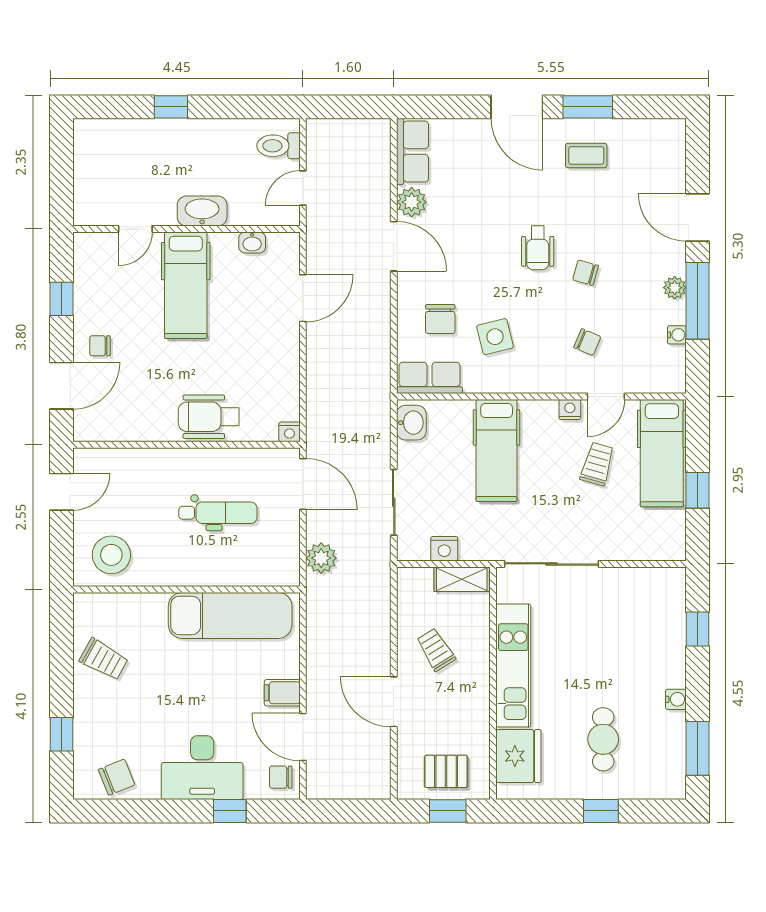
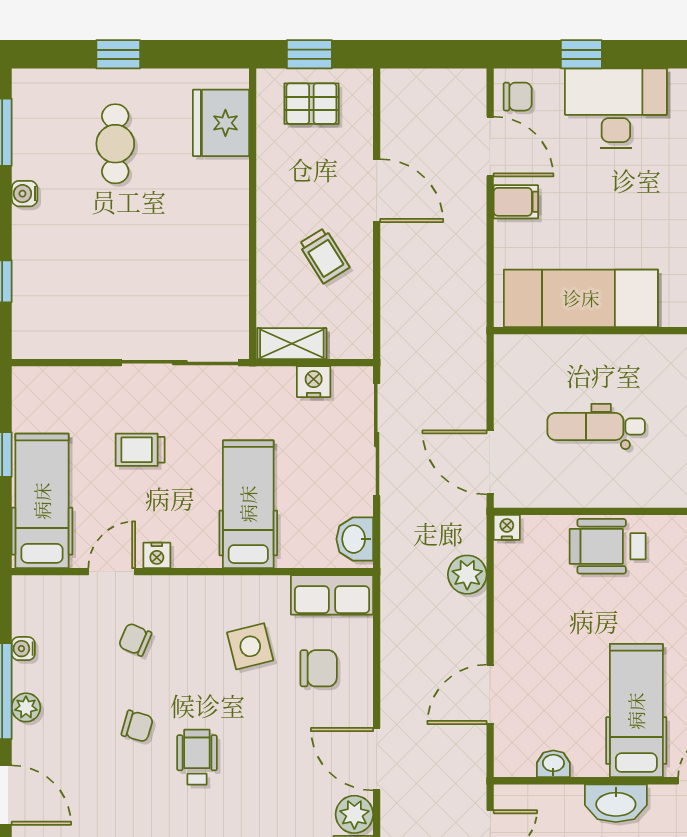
chair: (440, 319) -> (319, 668), turned 90
wheelchair: (209, 417) -> (608, 546), turned 180
trolley: (597, 464) -> (140, 450), moved, turned 74
sliding door: (394, 502) -> (377, 440), width x1.37
plant: (321, 558) -> (467, 575), moved
kitchen unit: (513, 665) -> (227, 236), removed

